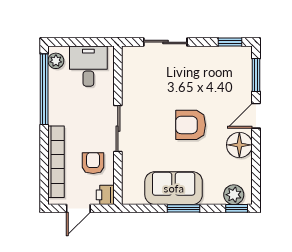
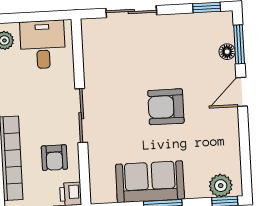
floor lamp: (239, 145) -> (227, 52), moved, width x0.53, depth x0.53
armchair: (93, 163) -> (54, 158), turned 180

